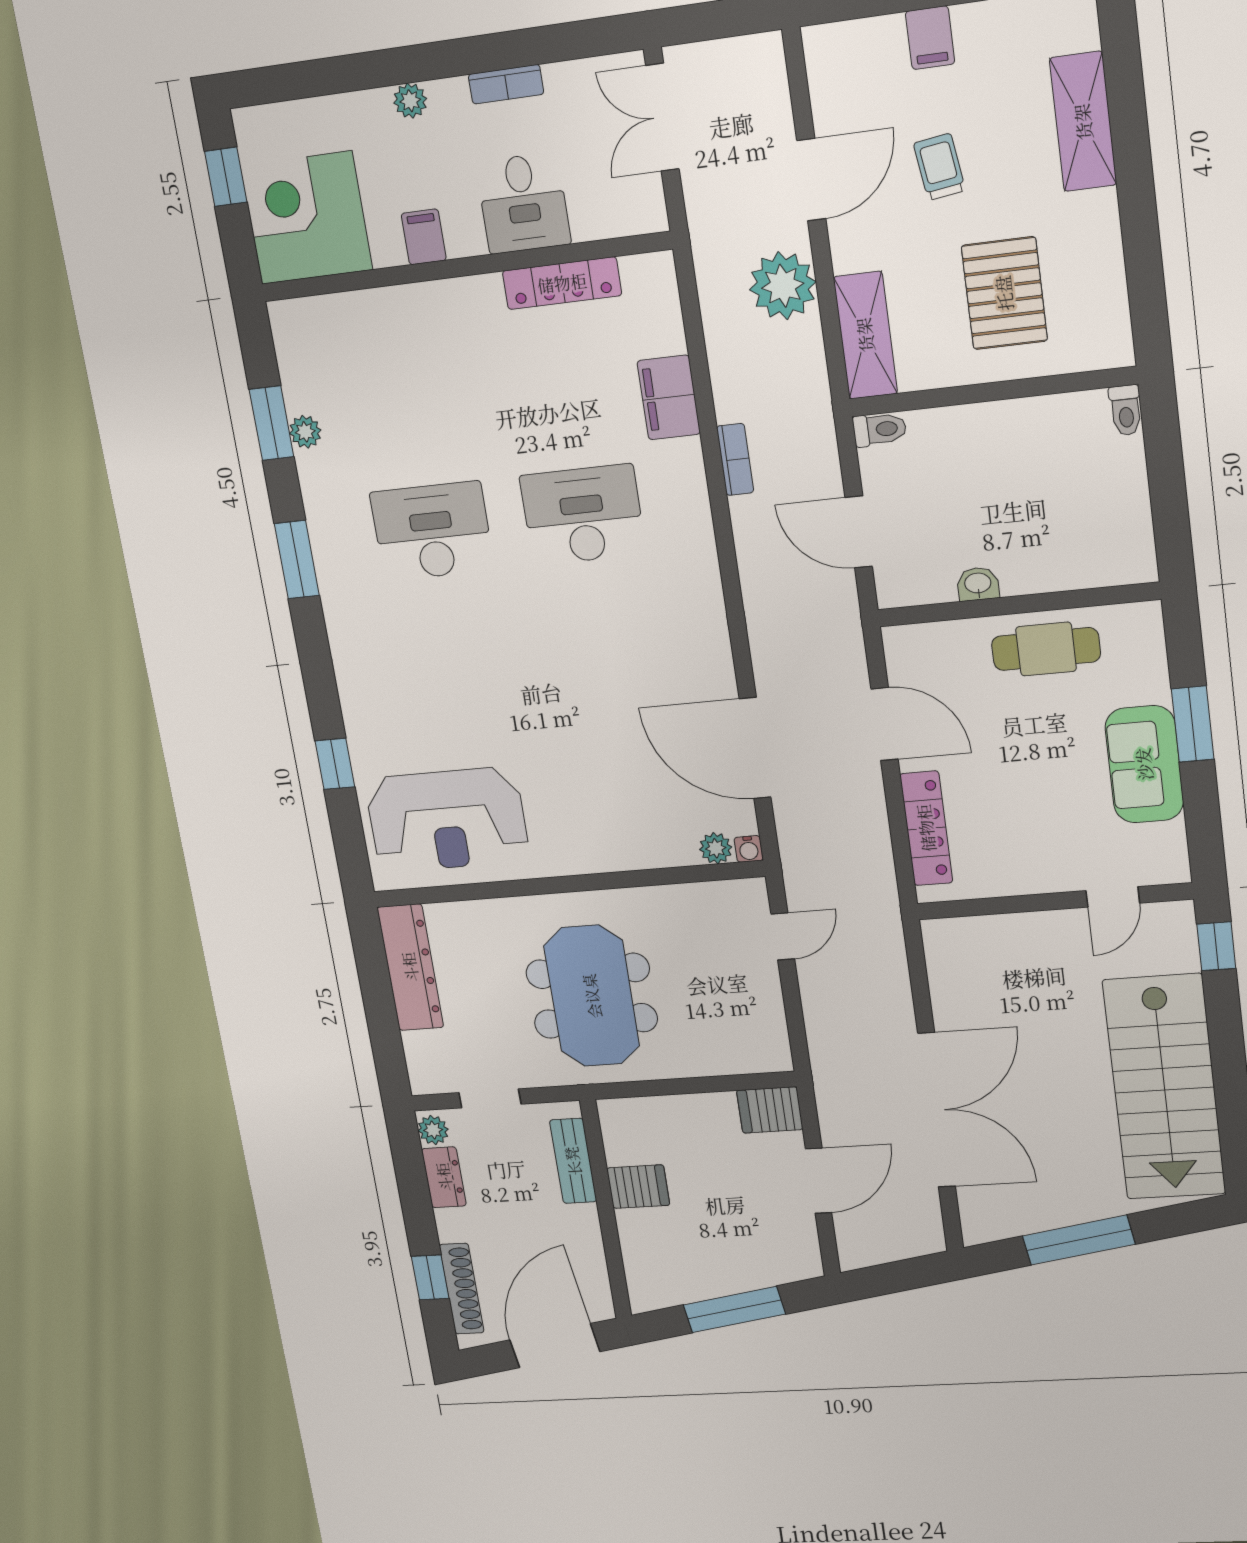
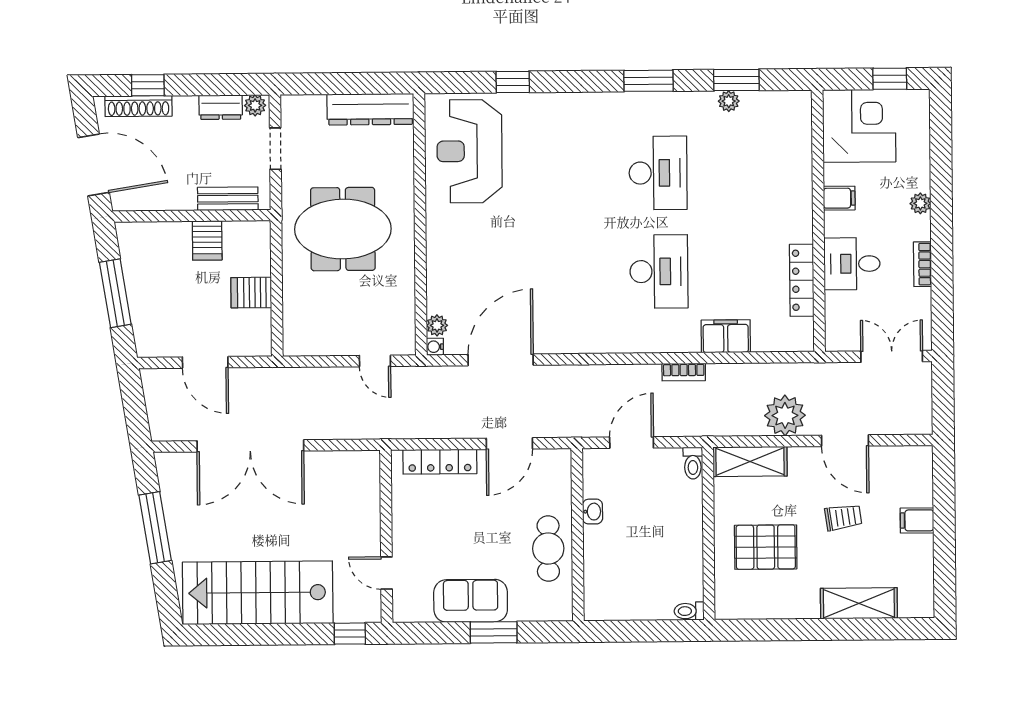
server rack: (770, 1110) -> (251, 293), moved, turned -90

